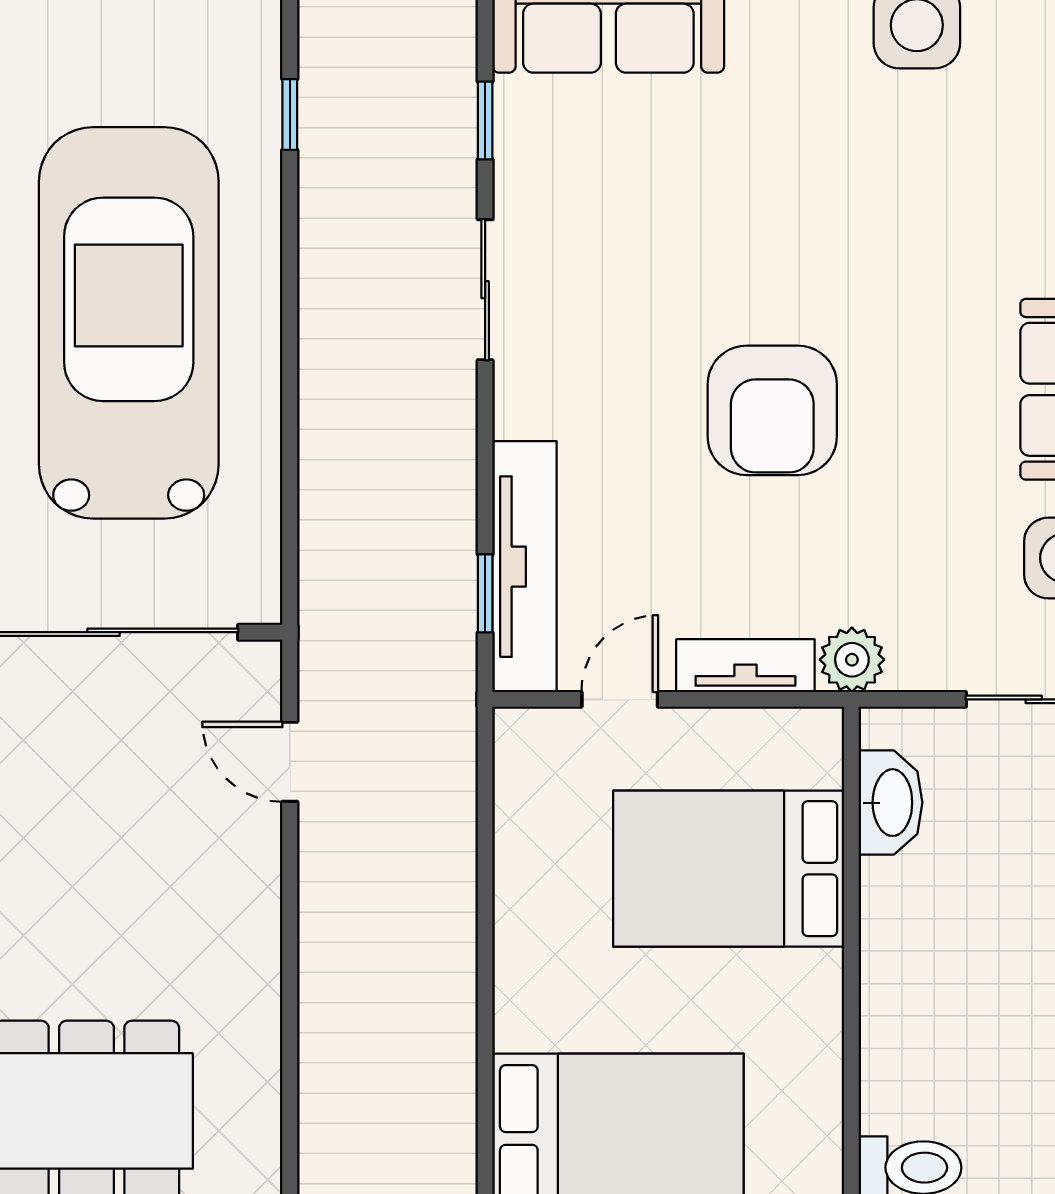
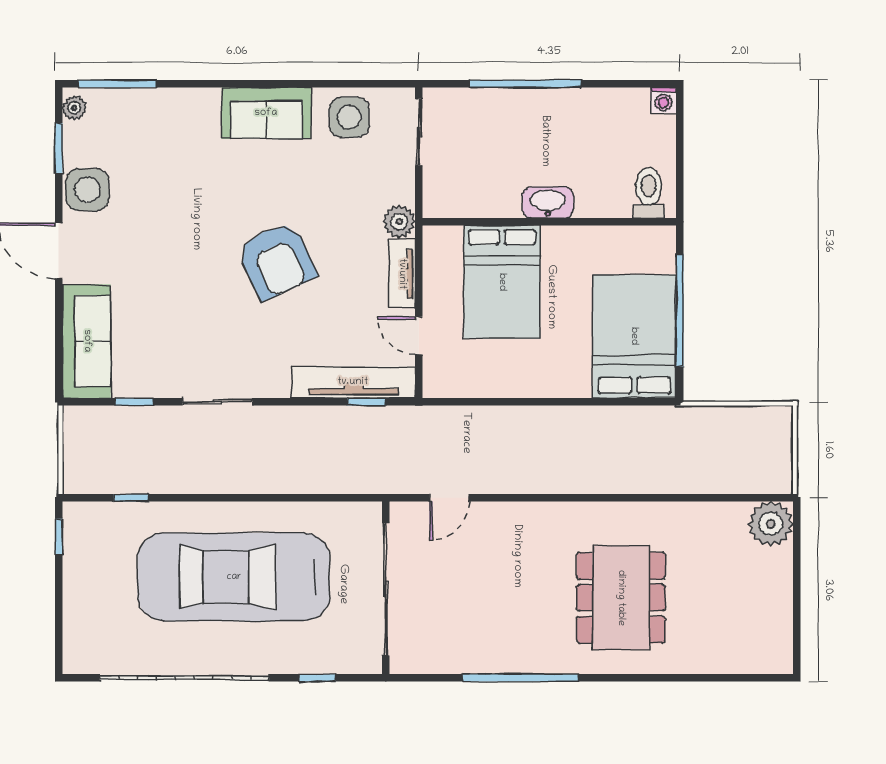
armchair: (772, 410) -> (277, 261), turned 65
washbasin: (891, 803) -> (548, 203), moved

